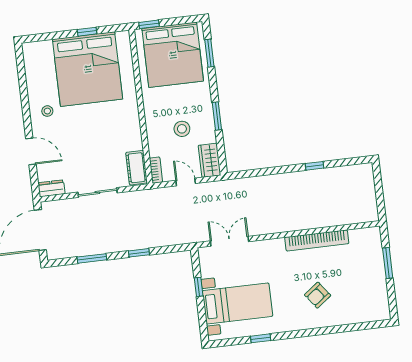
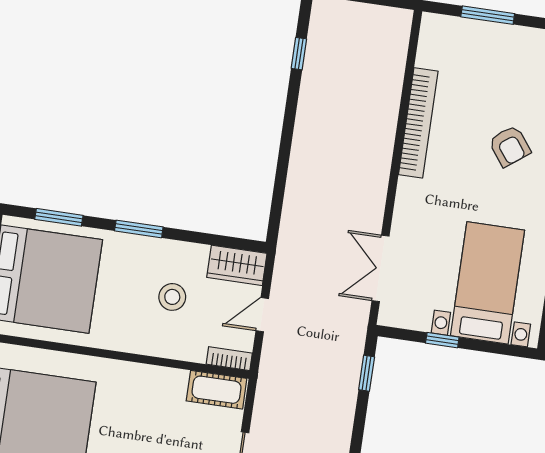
window: (217, 116) -> (139, 229), moved
window: (314, 166) -> (299, 54), moved
window: (139, 253) -> (367, 373), moved

